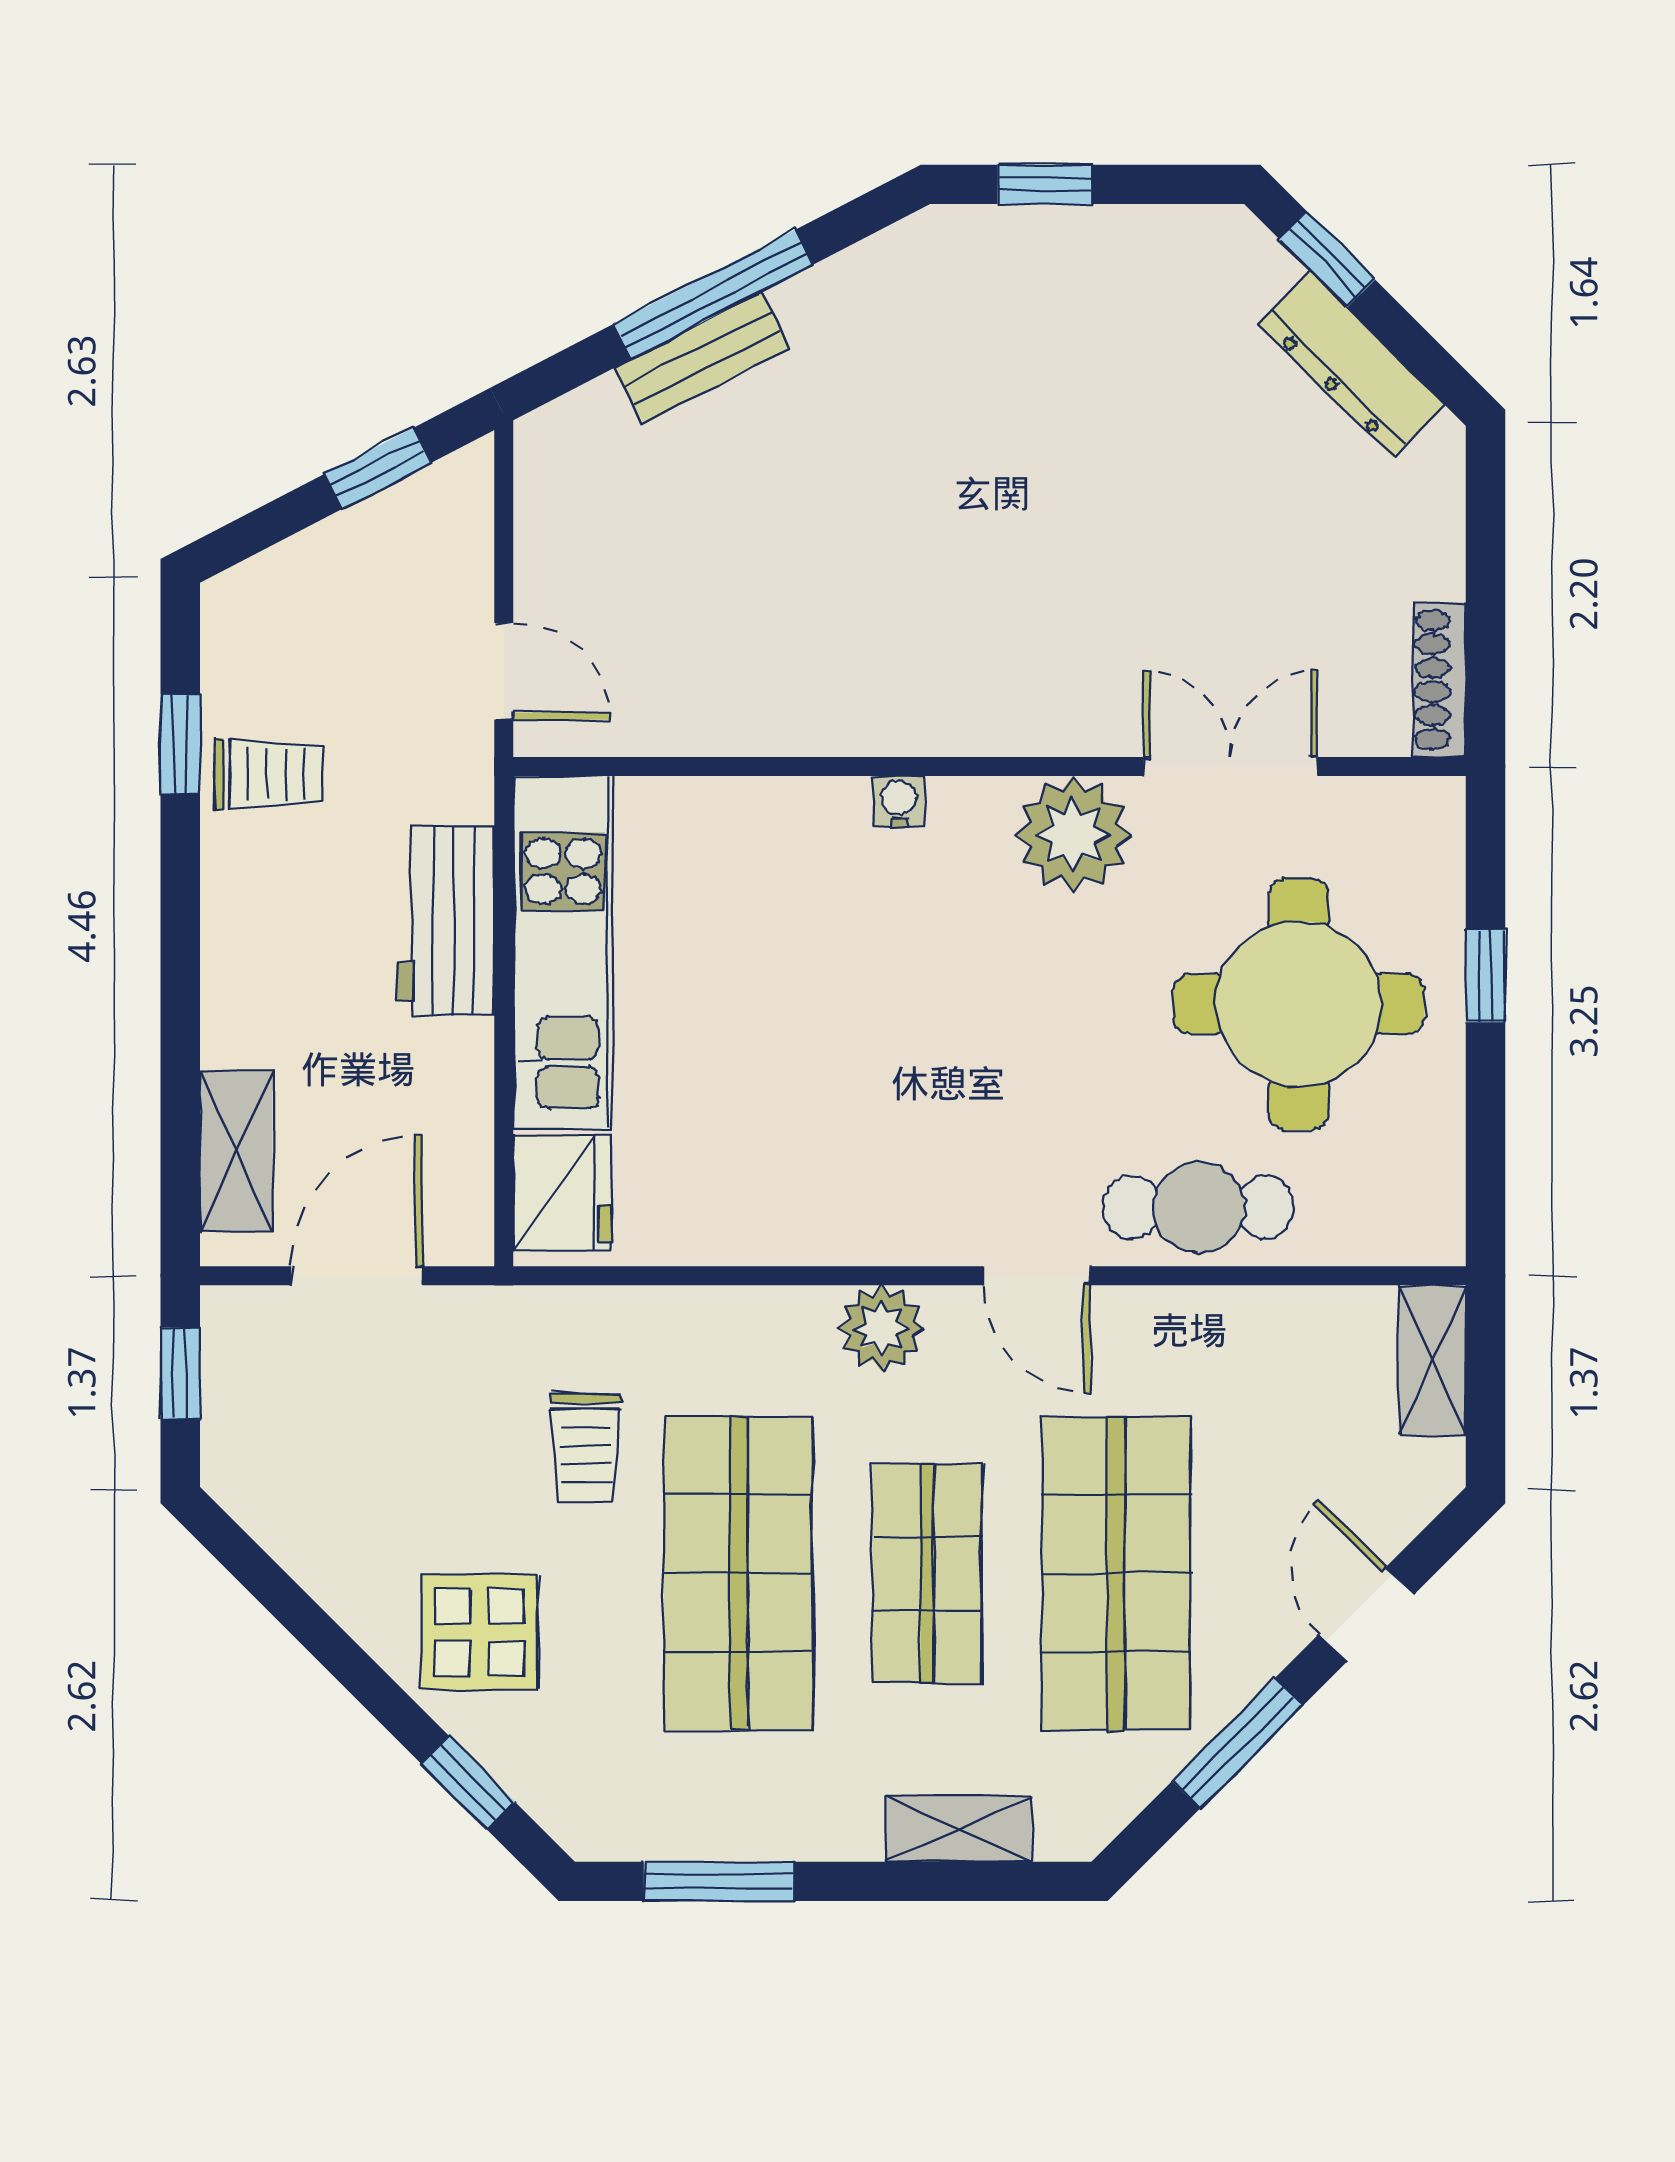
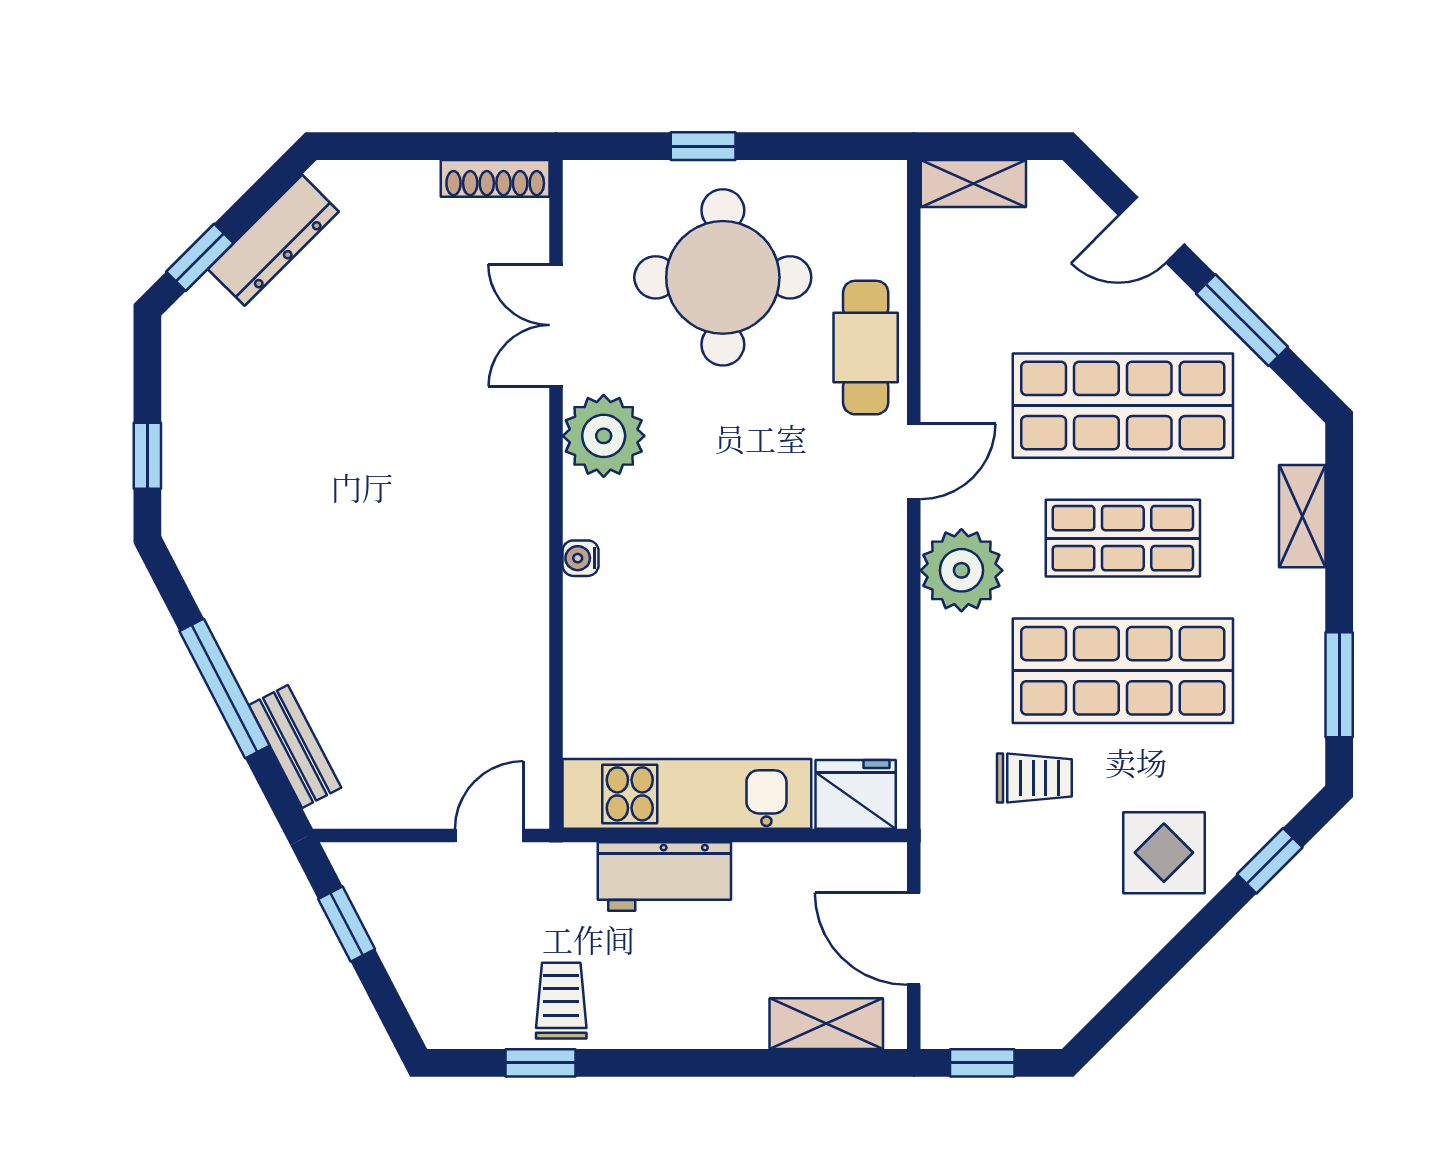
bench: (702, 358) -> (295, 746), moved
plant: (881, 1328) -> (961, 570), width x1.36, depth x1.36

